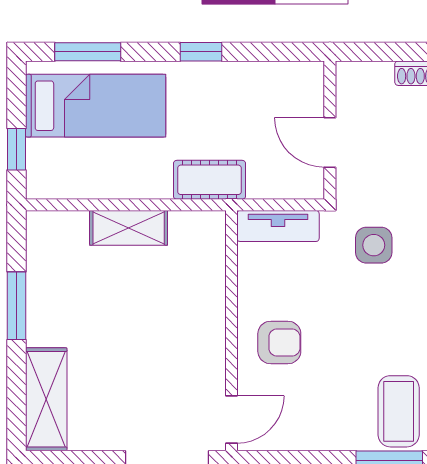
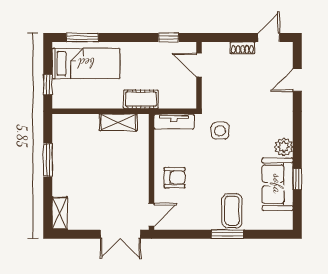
window: (201, 52) -> (168, 37), moved
door: (330, 142) -> (199, 65), moved
shelving: (129, 228) -> (118, 122), moved
shelving: (46, 399) -> (60, 213), width x0.67, depth x0.75

